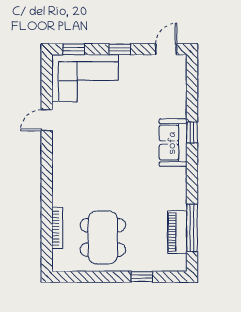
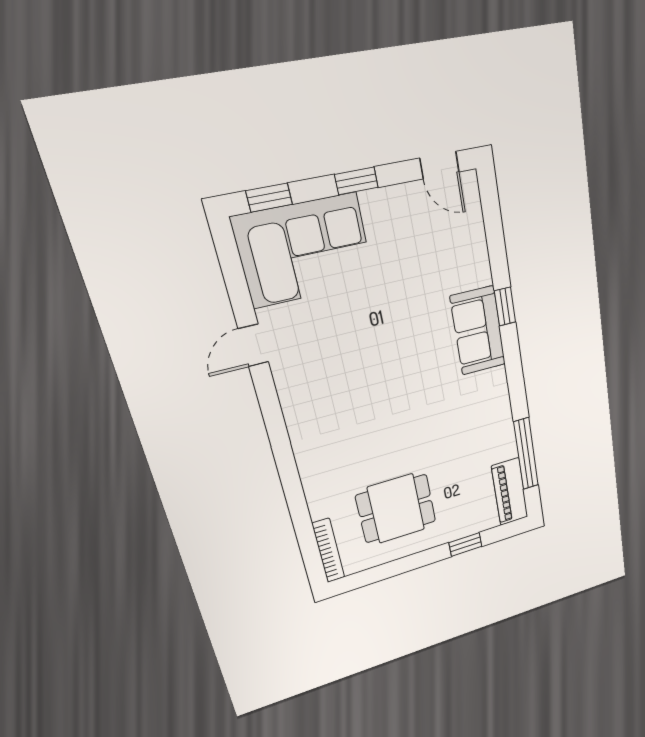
door: (166, 49) -> (440, 165), swing flipped
bookcase: (57, 228) -> (328, 550), moved
piano: (177, 232) -> (510, 492), moved
dining table: (103, 237) -> (396, 509), width x0.73

